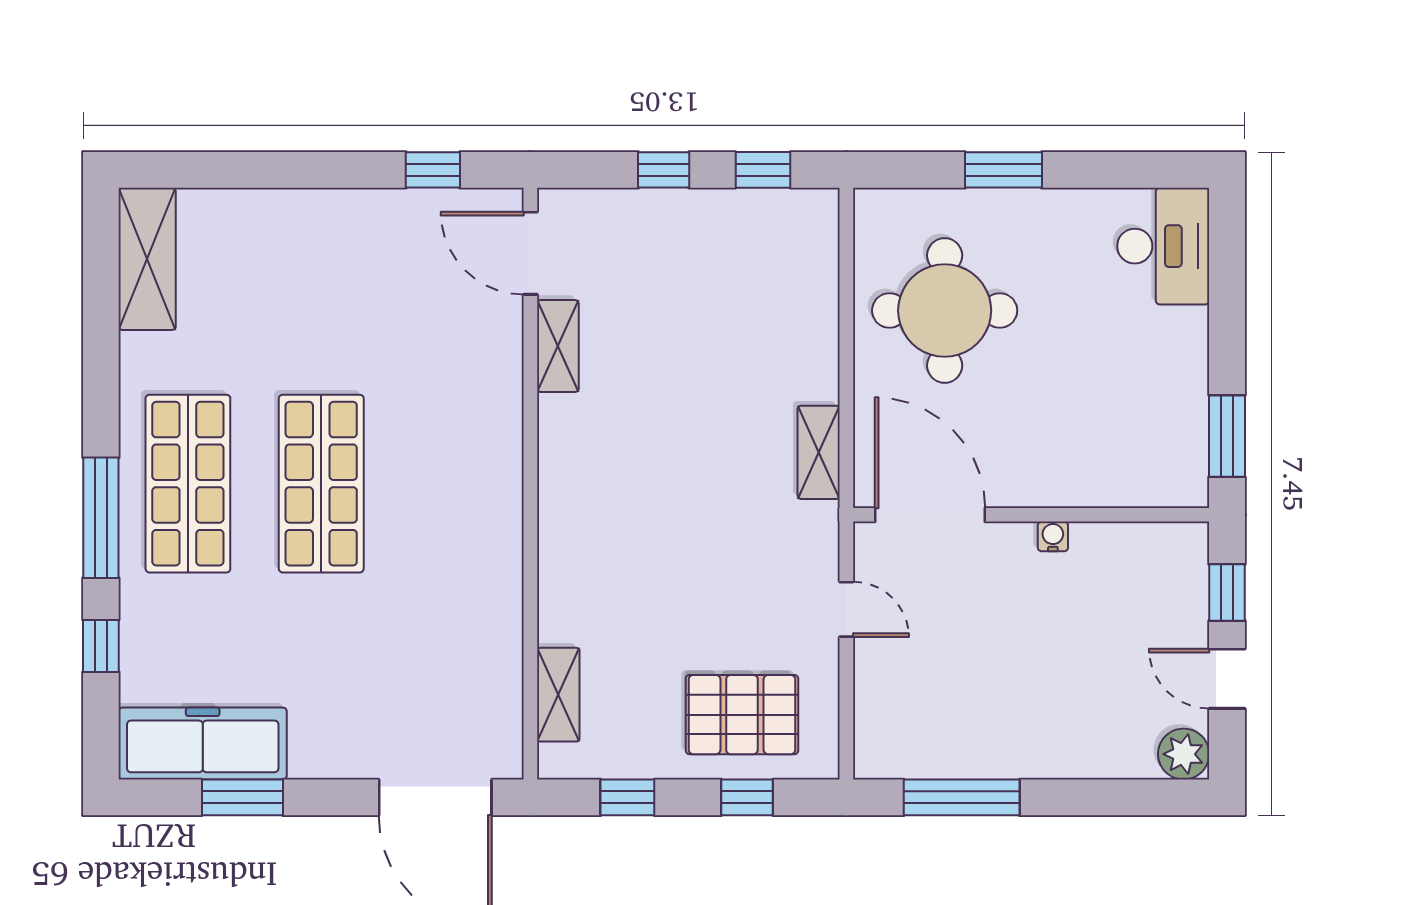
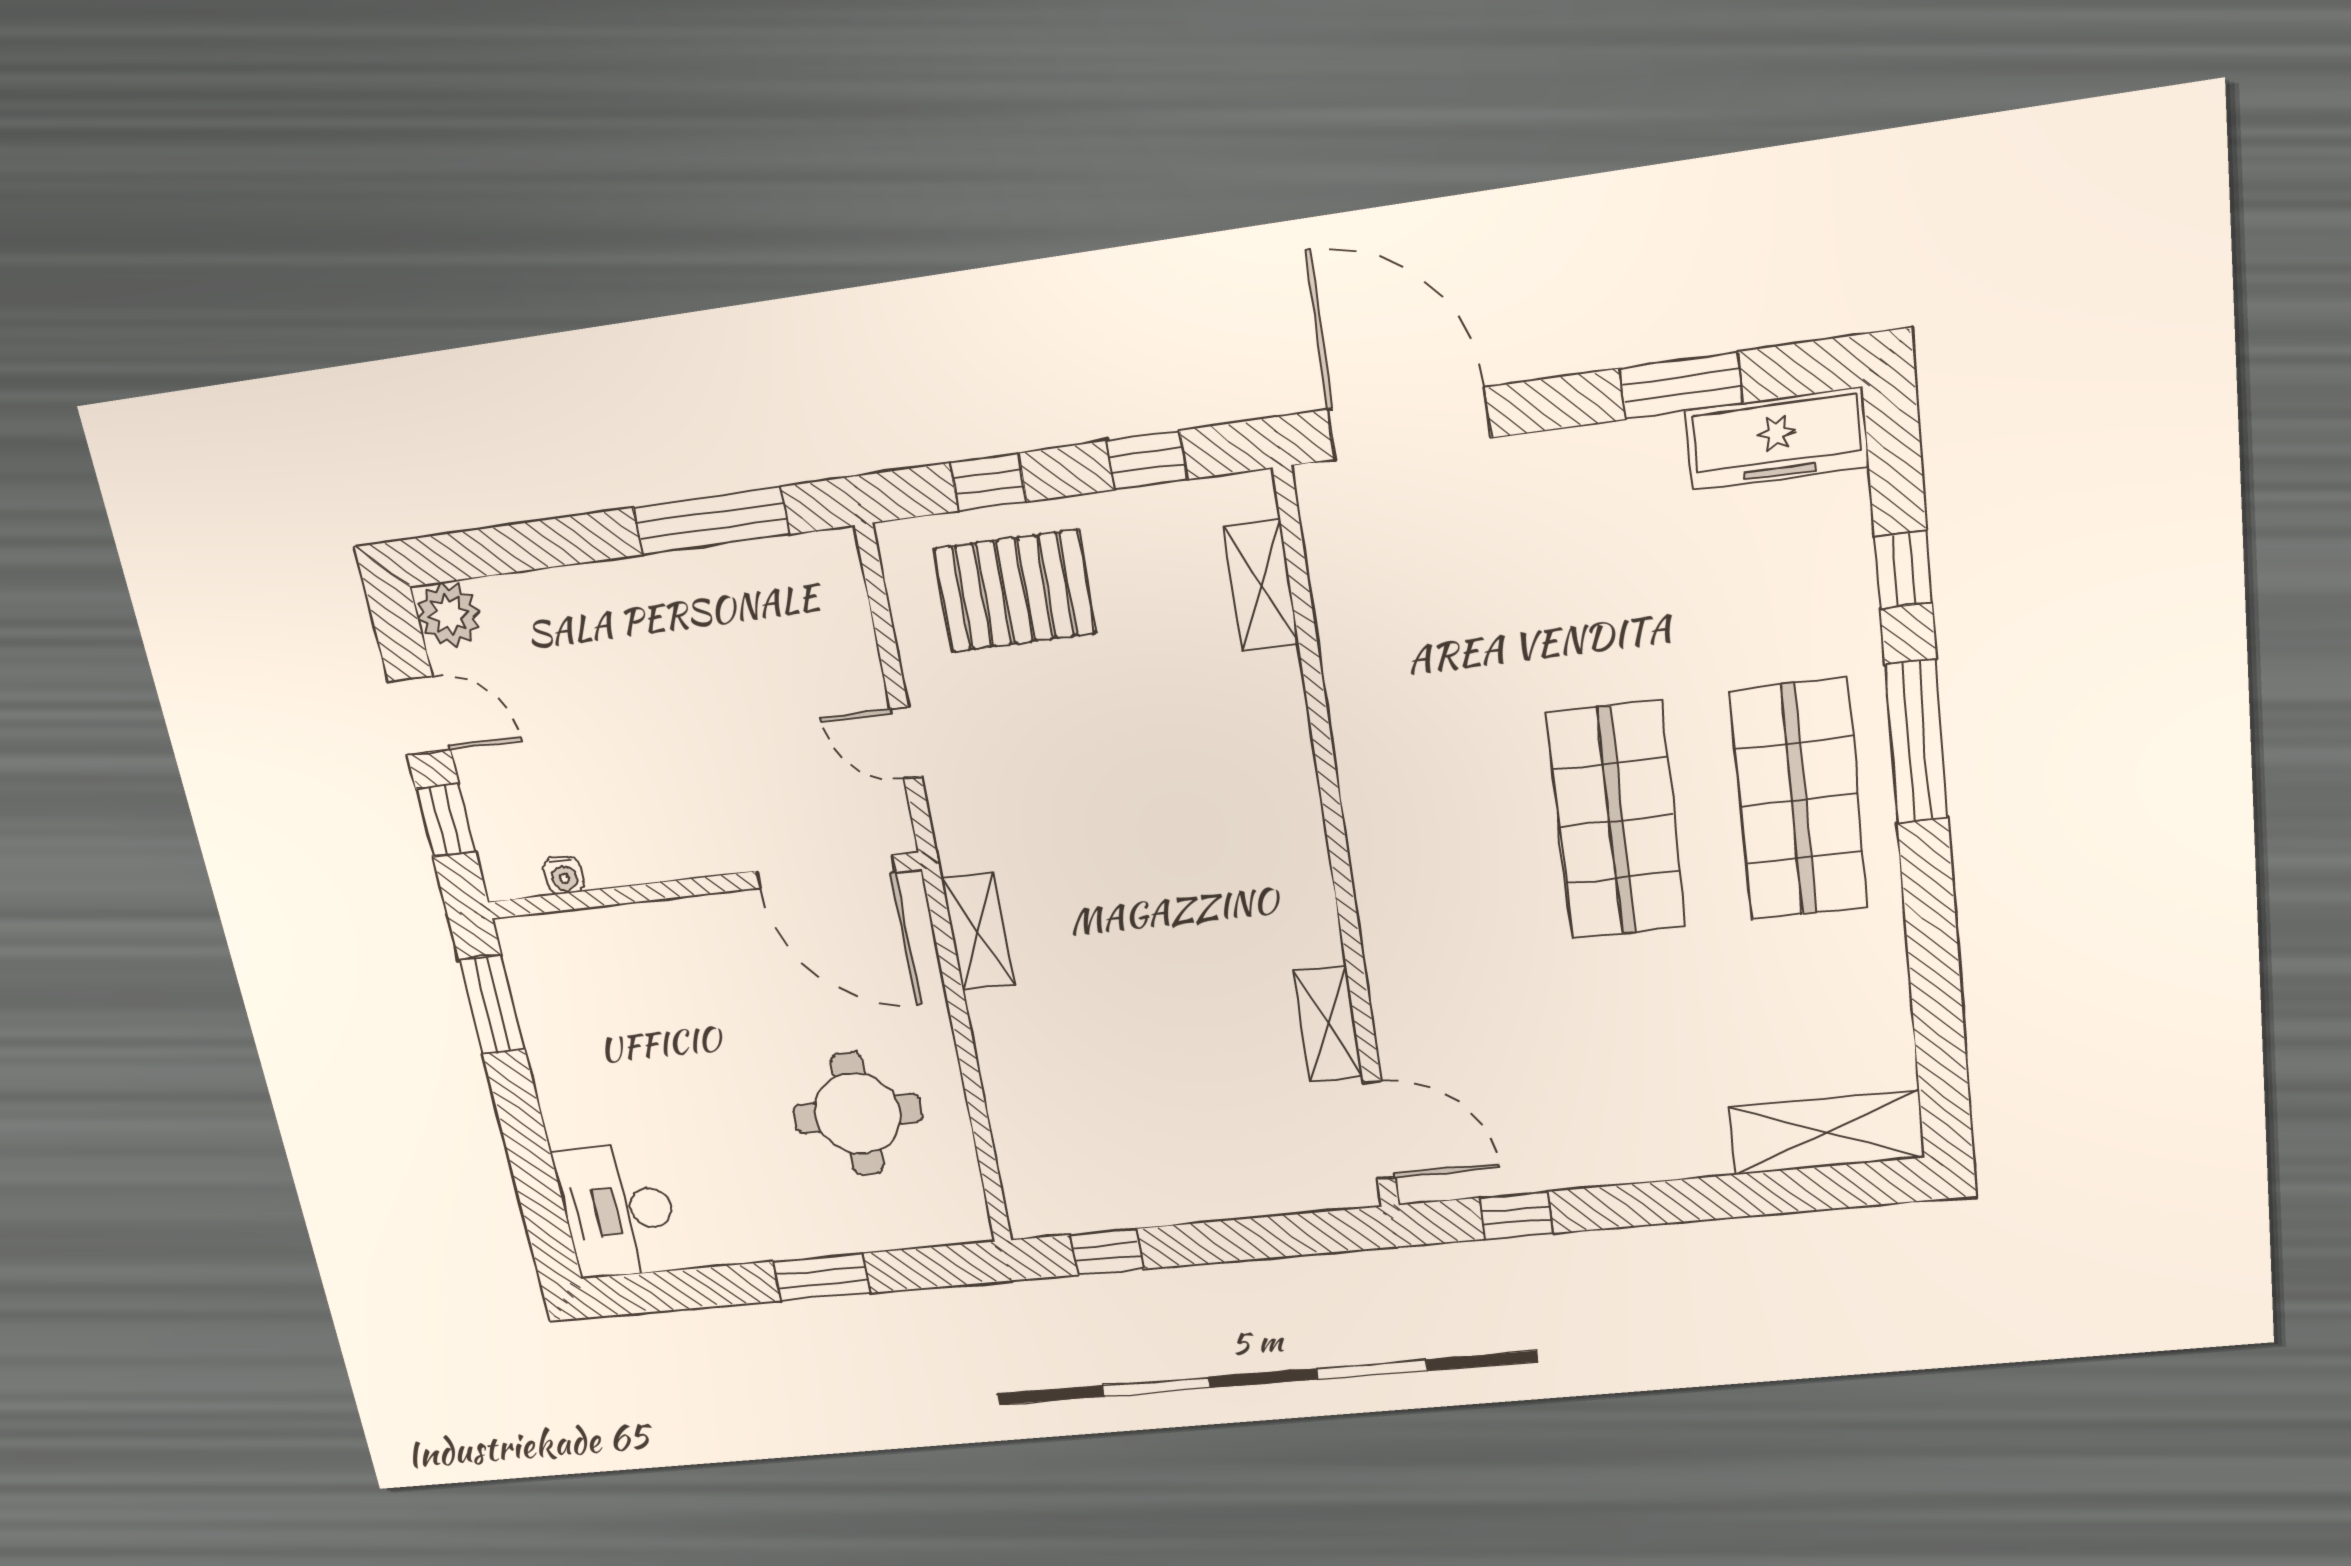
window: (664, 170) -> (1228, 1241), removed
shelving: (147, 259) -> (1827, 1132), moved, turned 90
round table: (945, 310) -> (858, 1114), width x0.73, depth x0.73
water cooler: (1053, 536) -> (564, 875), moved
freezer: (203, 744) -> (1777, 439), width x0.73, depth x0.79

